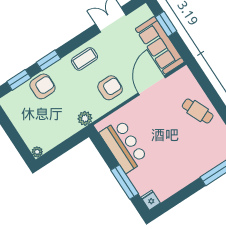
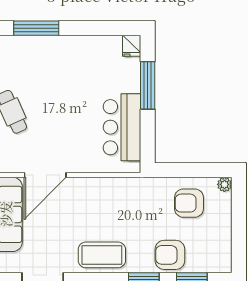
coffee table: (84, 59) -> (102, 255), width x1.36, depth x1.32
armchair: (110, 88) -> (189, 203), moved
plant: (85, 118) -> (145, 187), removed

